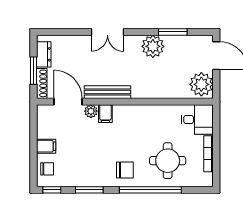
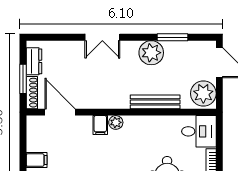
bench: (108, 92) -> (155, 102), moved
plant: (91, 111) -> (116, 122), moved

